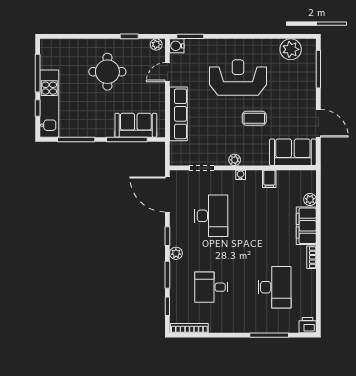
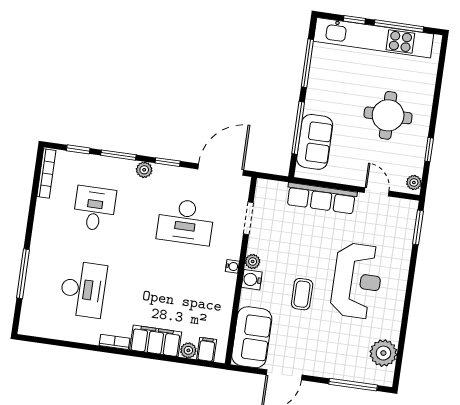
water cooler: (177, 46) -> (252, 280), moved, turned -90
kitchen unit: (49, 104) -> (374, 38), width x1.36
filing cabinet: (269, 179) -> (207, 349), moved, turned 90
desk: (275, 287) -> (83, 289), turned -90
printer: (308, 325) -> (29, 325), removed

